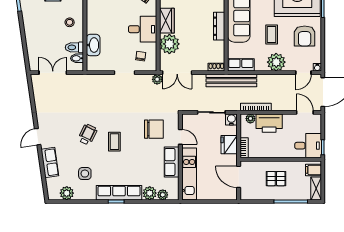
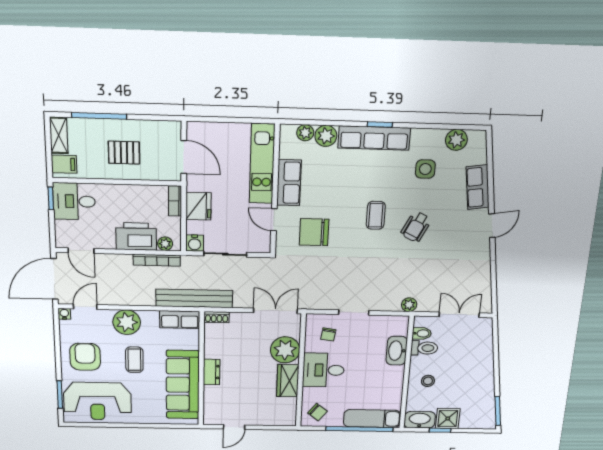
dresser: (219, 26) -> (212, 372), width x0.70
double door: (53, 73) -> (459, 315), swing flipped
plant: (157, 79) -> (409, 305), moved

